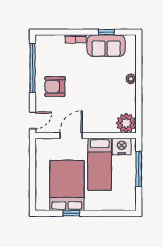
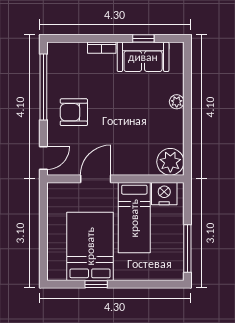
window: (139, 169) -> (187, 249), moved

